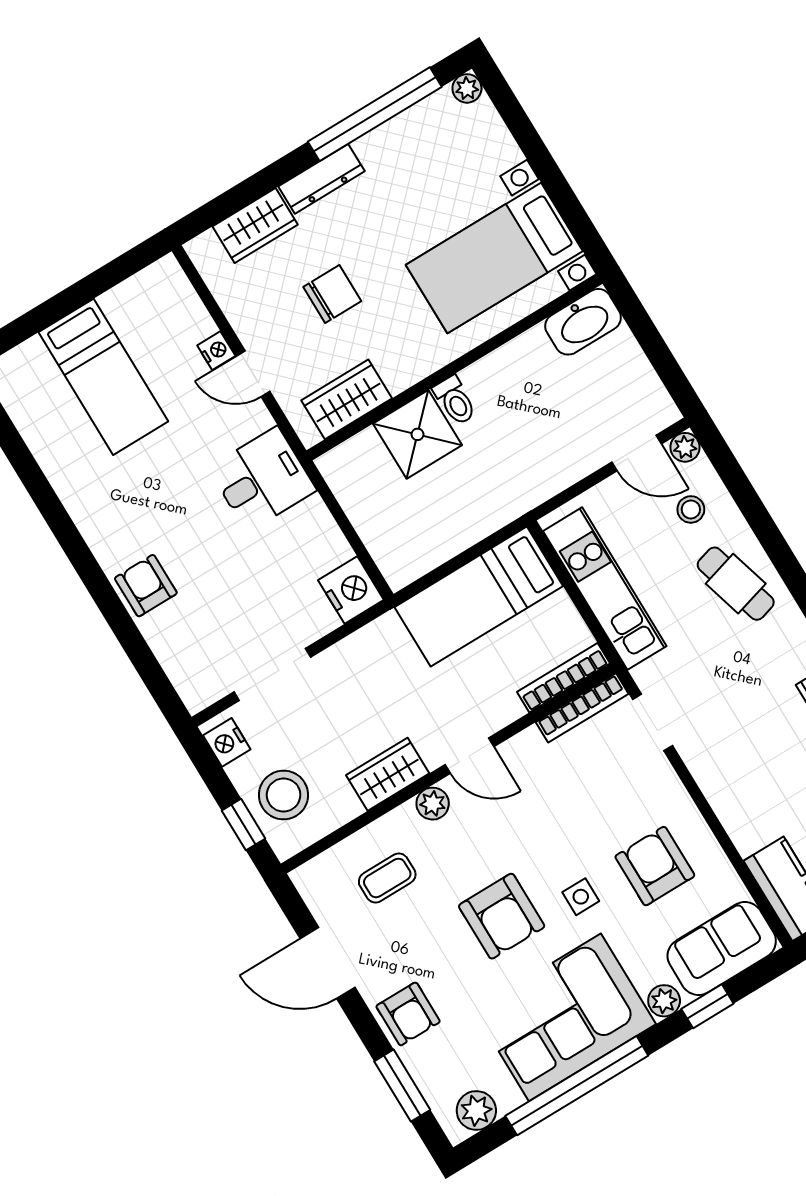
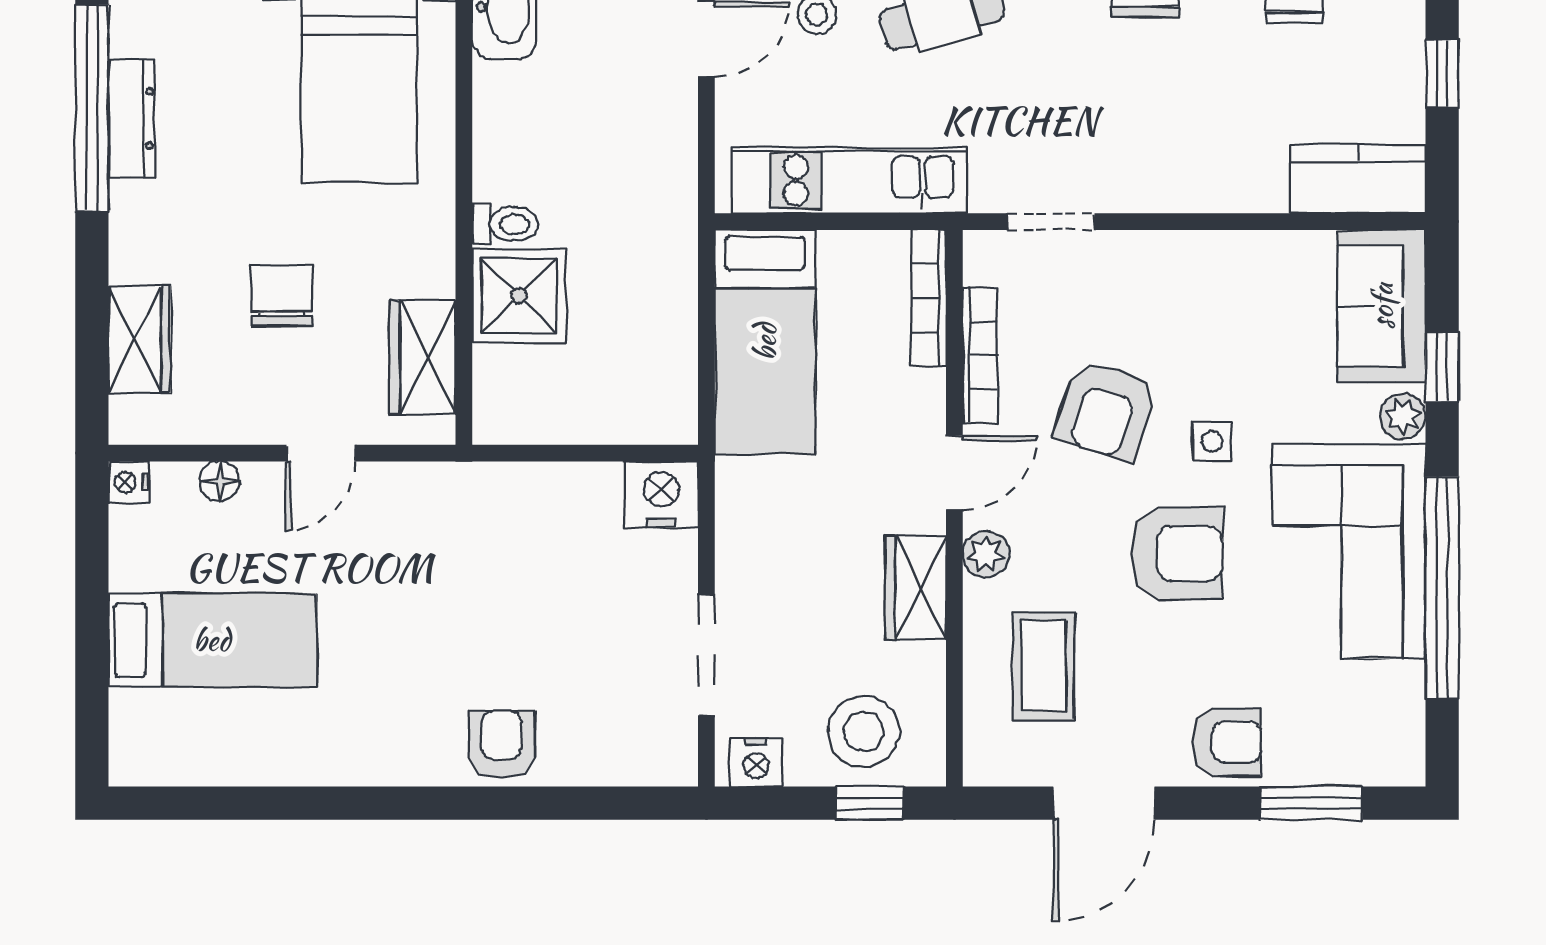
dresser: (321, 179) -> (132, 118), moved
floor lamp: (200, 324) -> (220, 481), added
nightstand: (216, 351) -> (128, 482), moved, turned -90
desk: (262, 479) -> (458, 521), removed
armchair: (146, 586) -> (502, 744), turned 90
bookcase: (582, 708) -> (980, 355), moved
armchair: (655, 866) -> (1106, 410), moved, turned -72
coffee table: (387, 878) -> (1044, 666), width x1.36, depth x1.30
plant: (476, 1111) -> (1397, 730), removed

